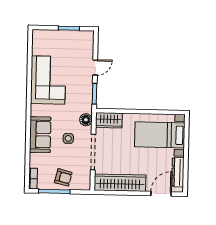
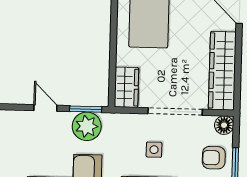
plant: (83, 94) -> (87, 126), added
floor lamp: (86, 120) -> (224, 125), moved
armchair: (63, 177) -> (214, 158), turned -104

